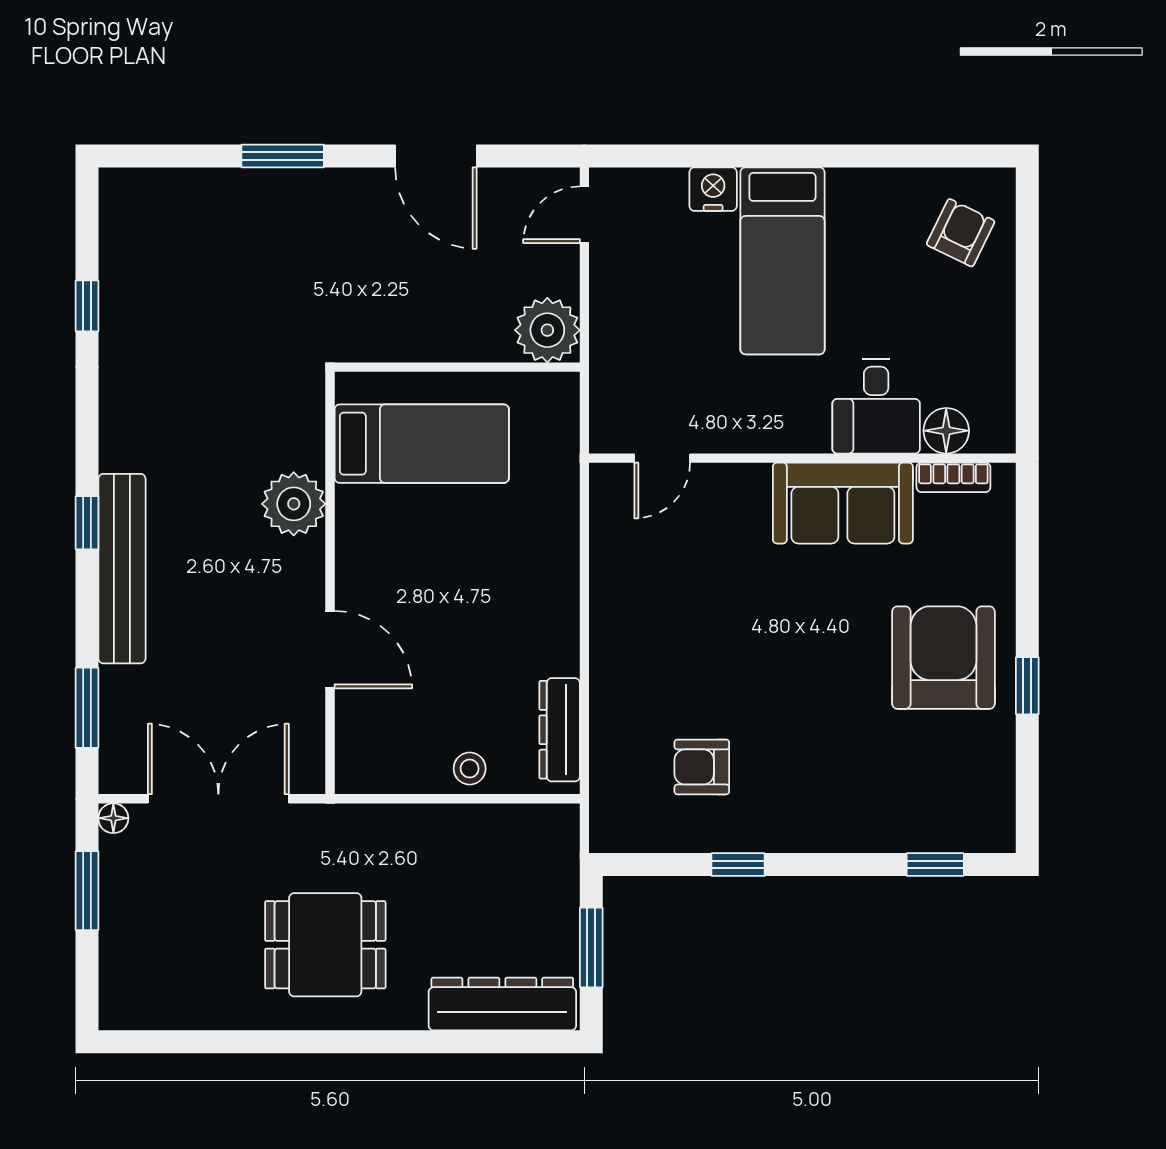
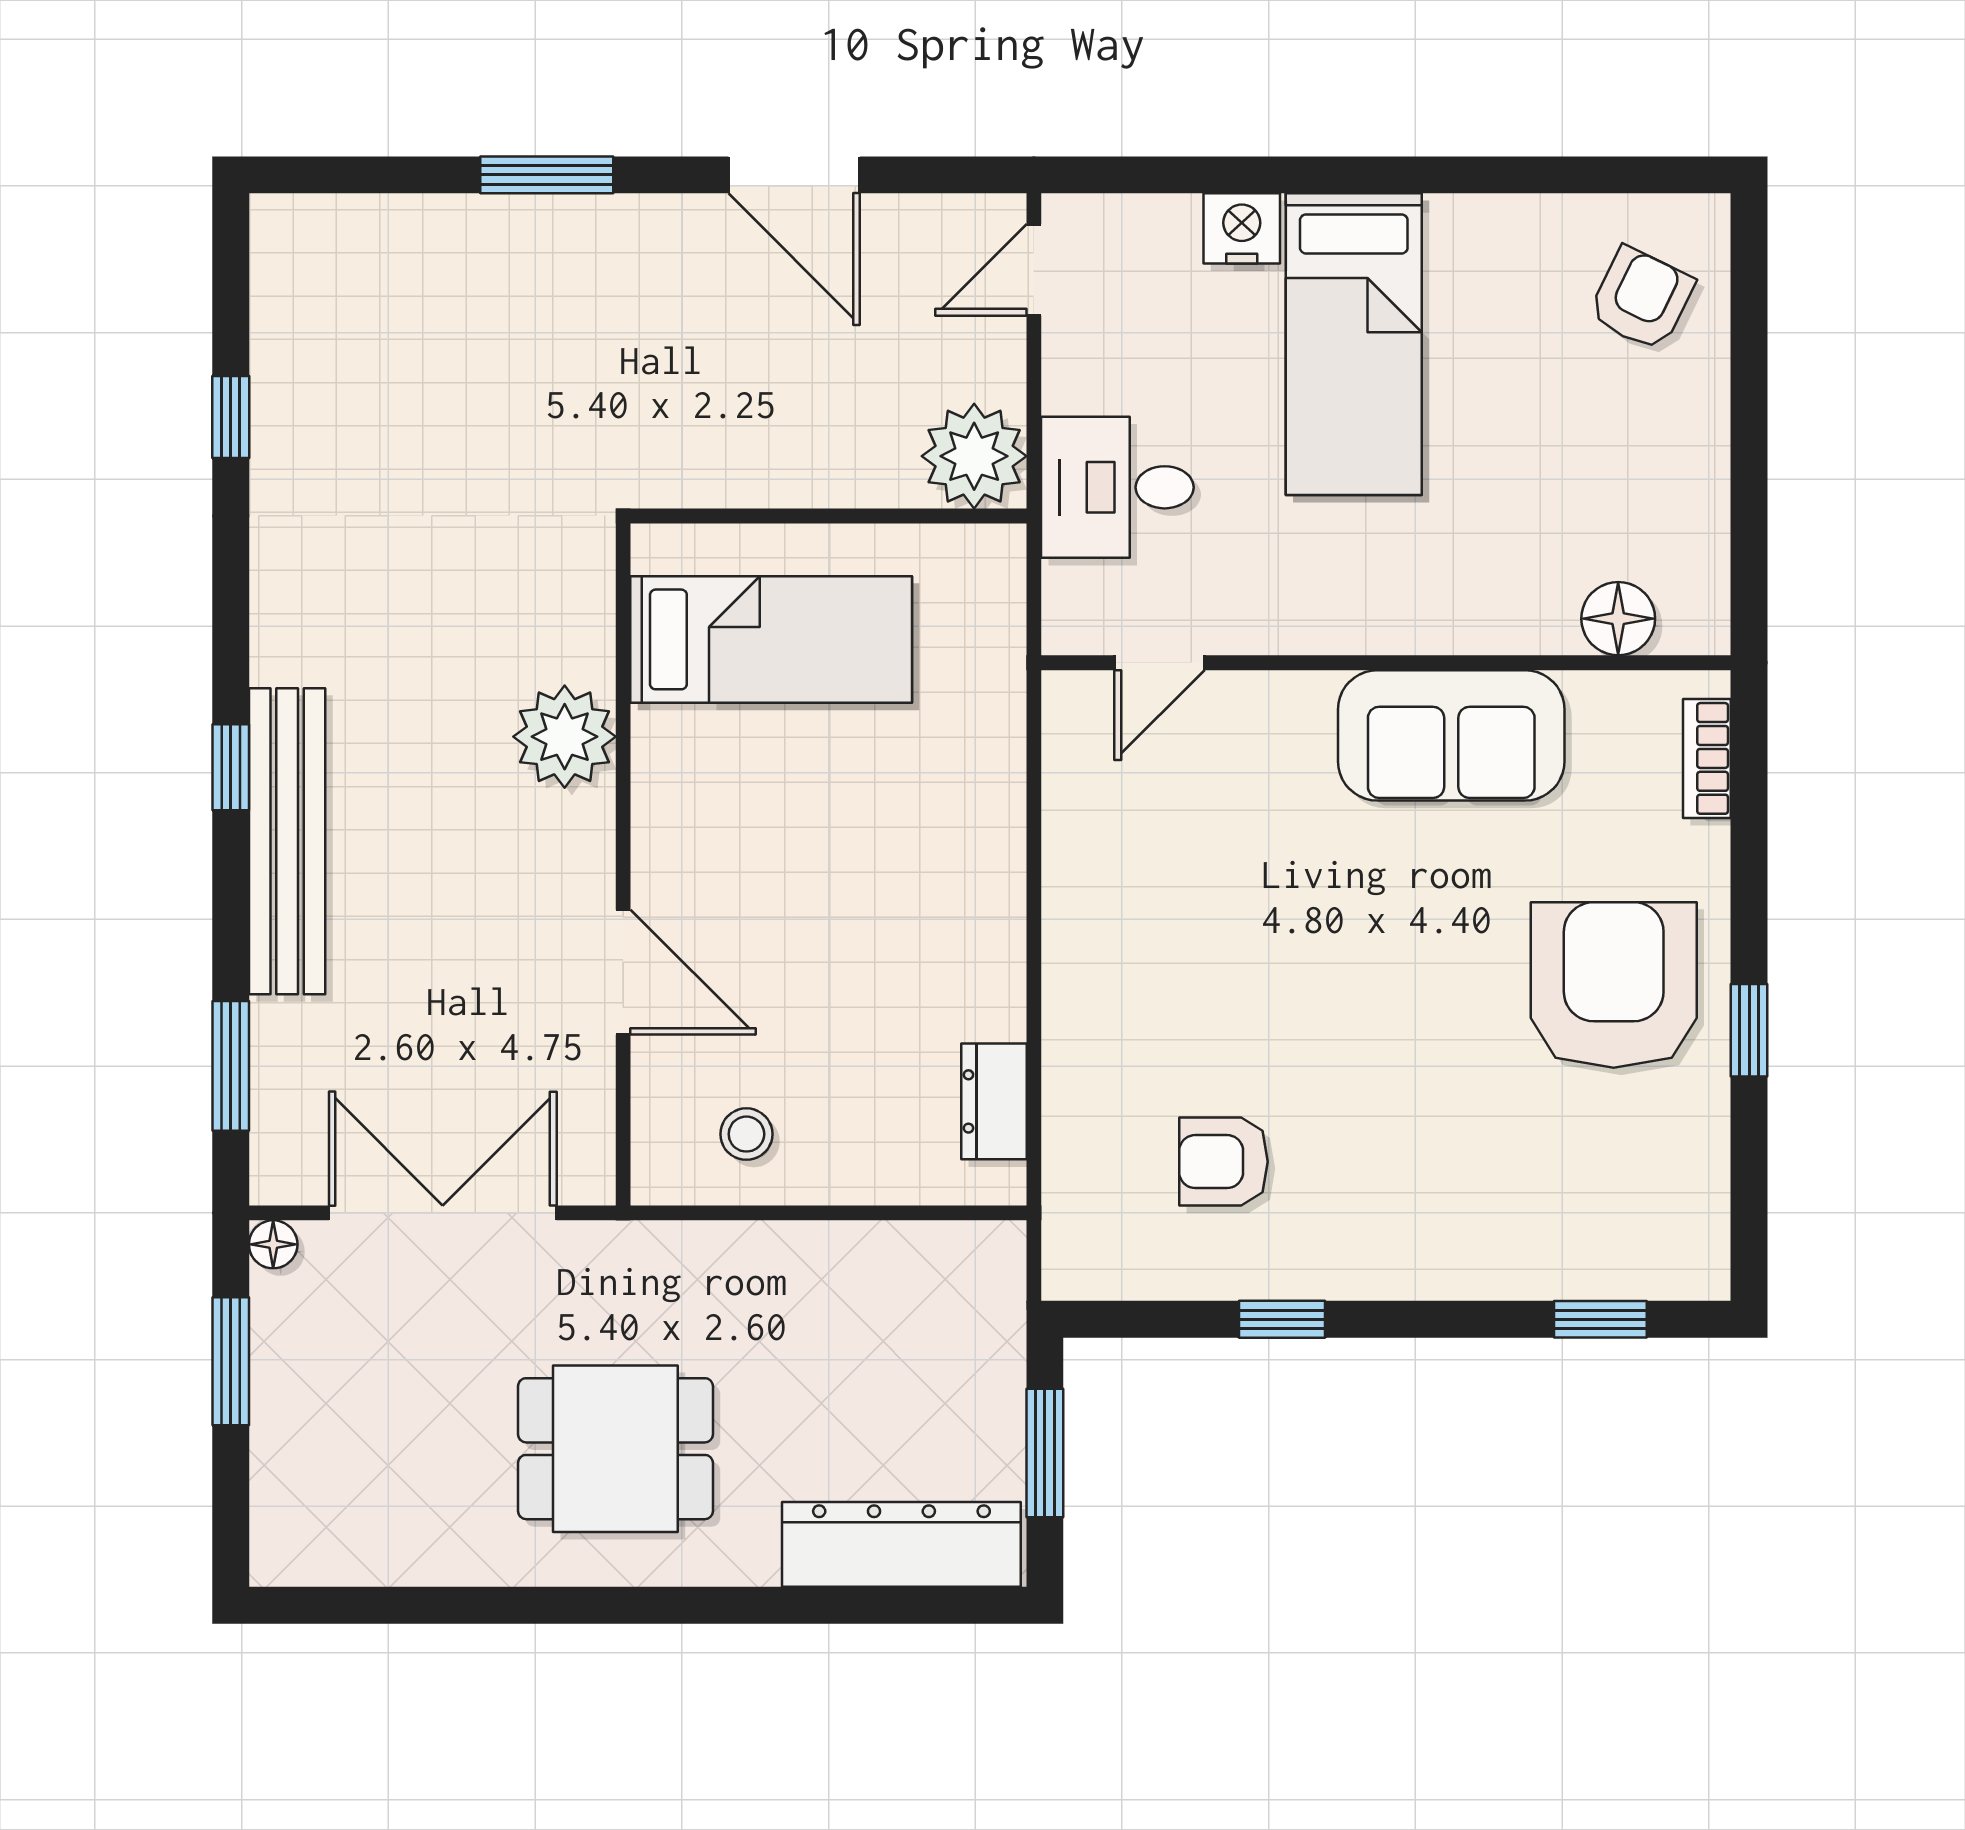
desk: (876, 406) -> (1117, 487), moved, turned 90
bookcase: (953, 477) -> (1707, 758), moved, turned 90
dresser: (560, 730) -> (994, 1101), width x0.70
stool: (470, 769) -> (746, 1134), moved

